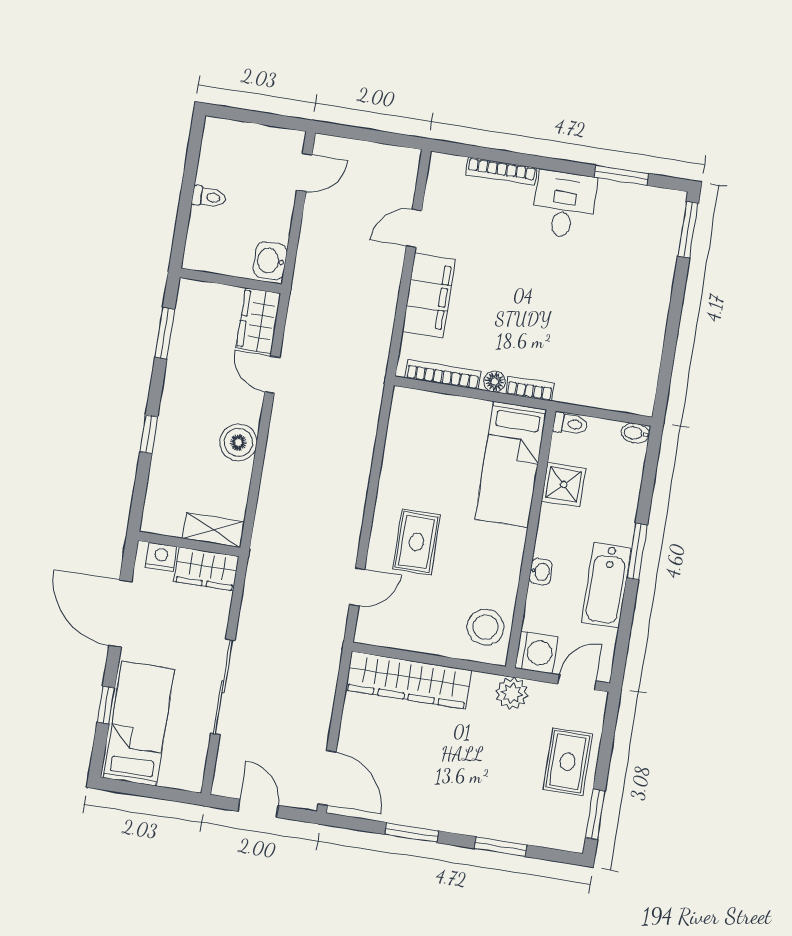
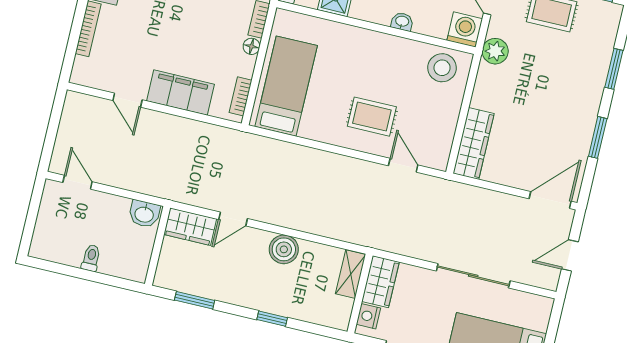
bookcase: (443, 374) -> (240, 96), width x0.64
bed: (511, 464) -> (286, 86), moved, turned -90
wardrobe: (409, 680) -> (474, 144), width x0.71, depth x0.85

